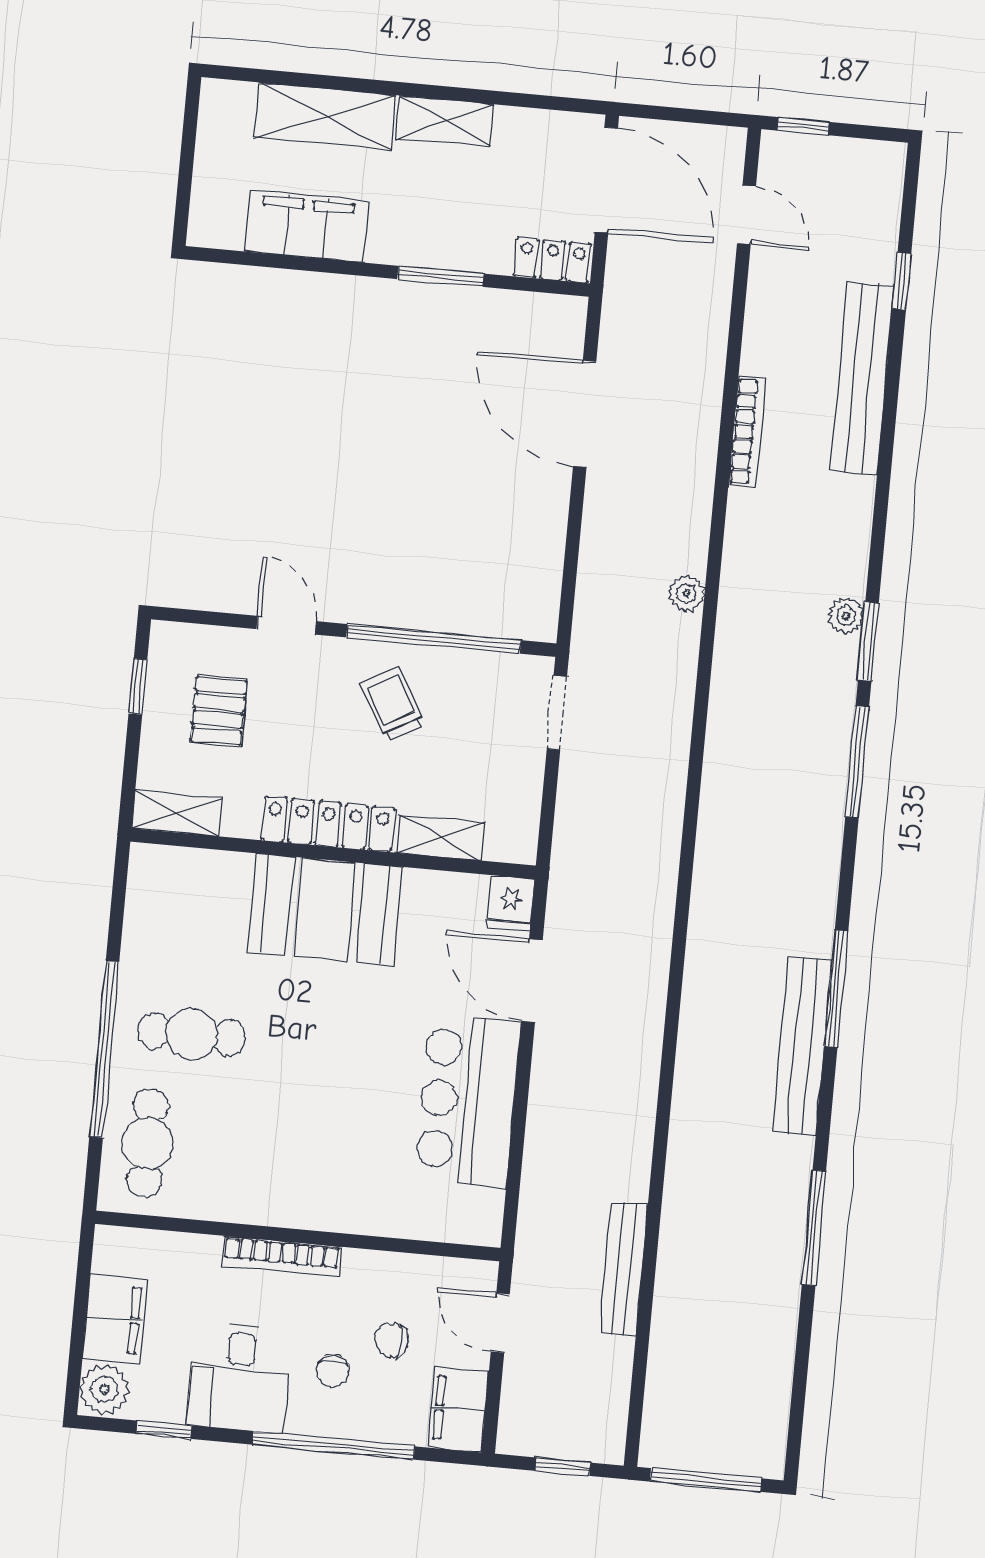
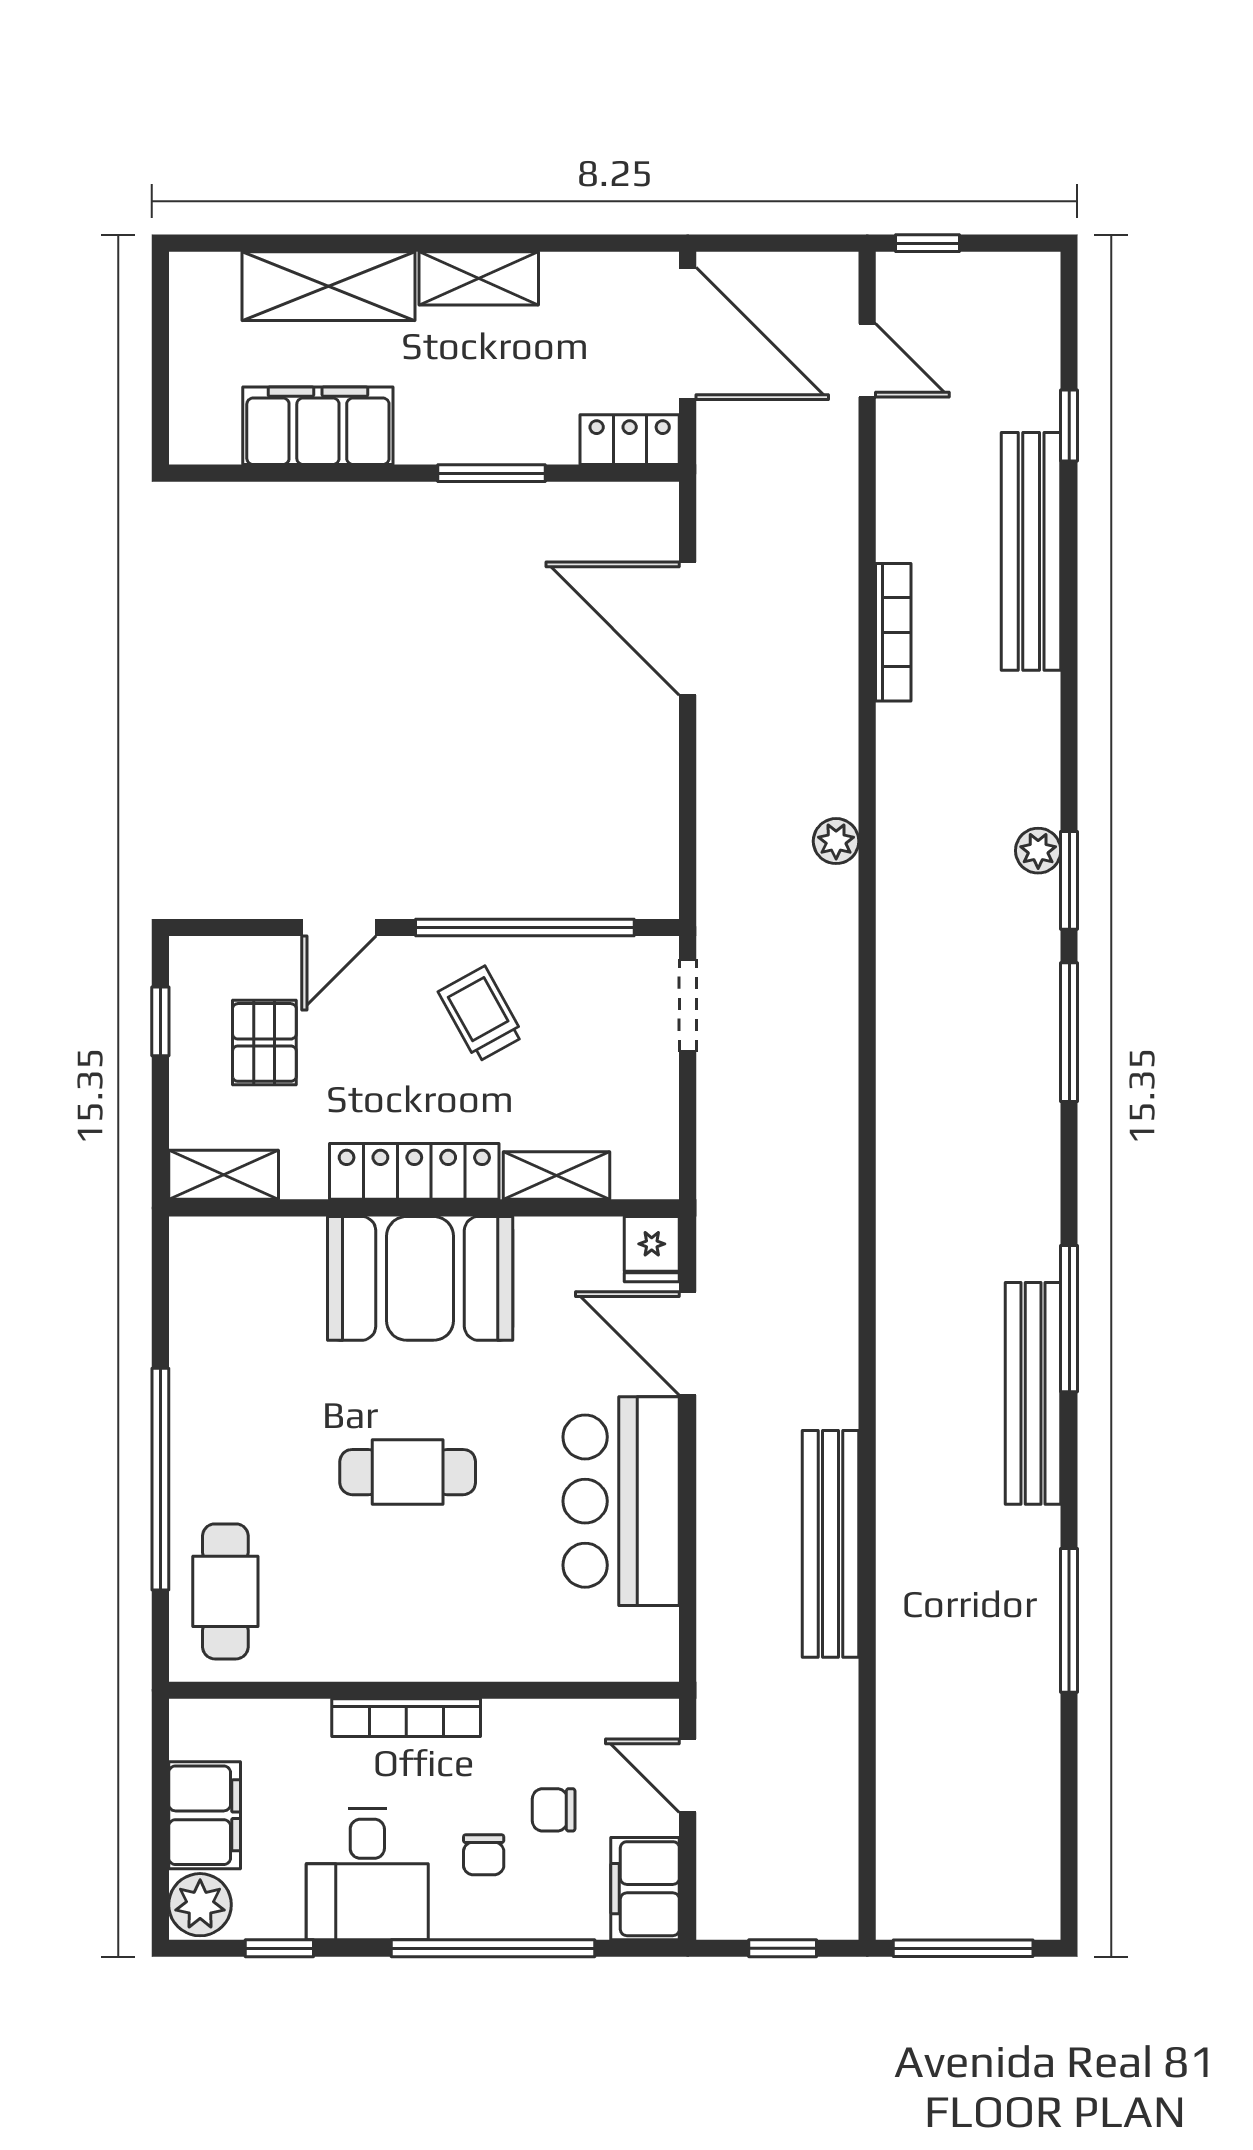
door: (286, 625) -> (339, 927), swing flipped
cafe table: (192, 1034) -> (408, 1472), moved
bench: (623, 1269) -> (830, 1544), moved, width x1.37, depth x1.21

